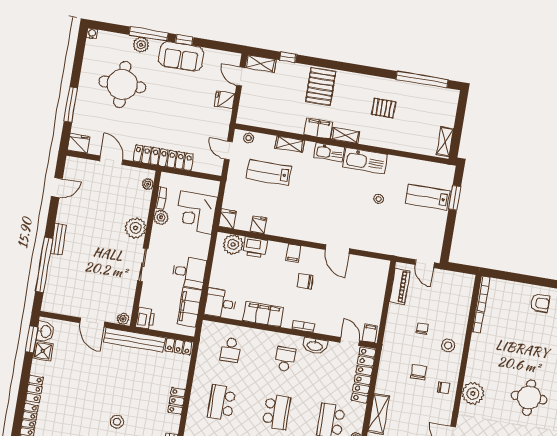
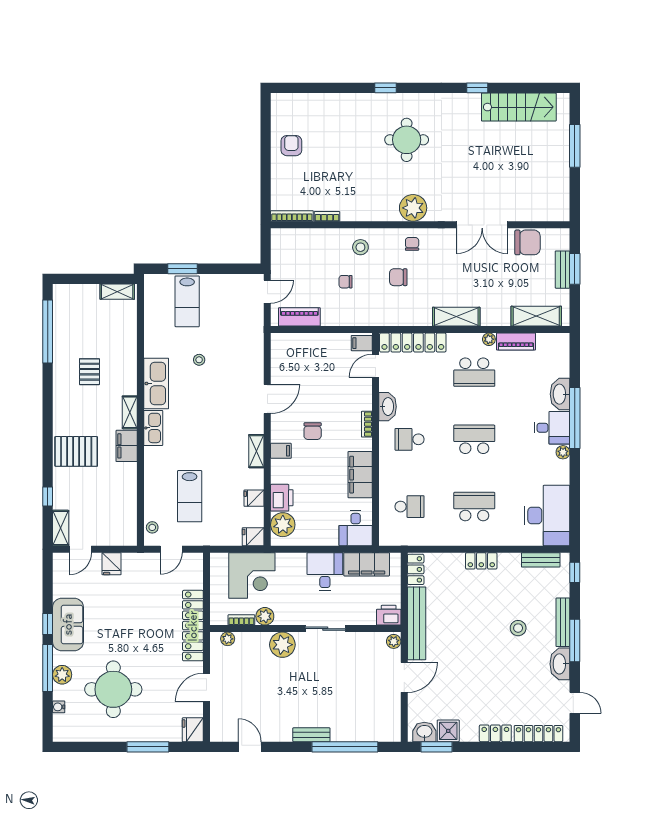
water cooler: (92, 34) -> (59, 707), moved
shelving: (290, 144) -> (256, 451), moved
school desk: (222, 403) -> (474, 507), turned 180

